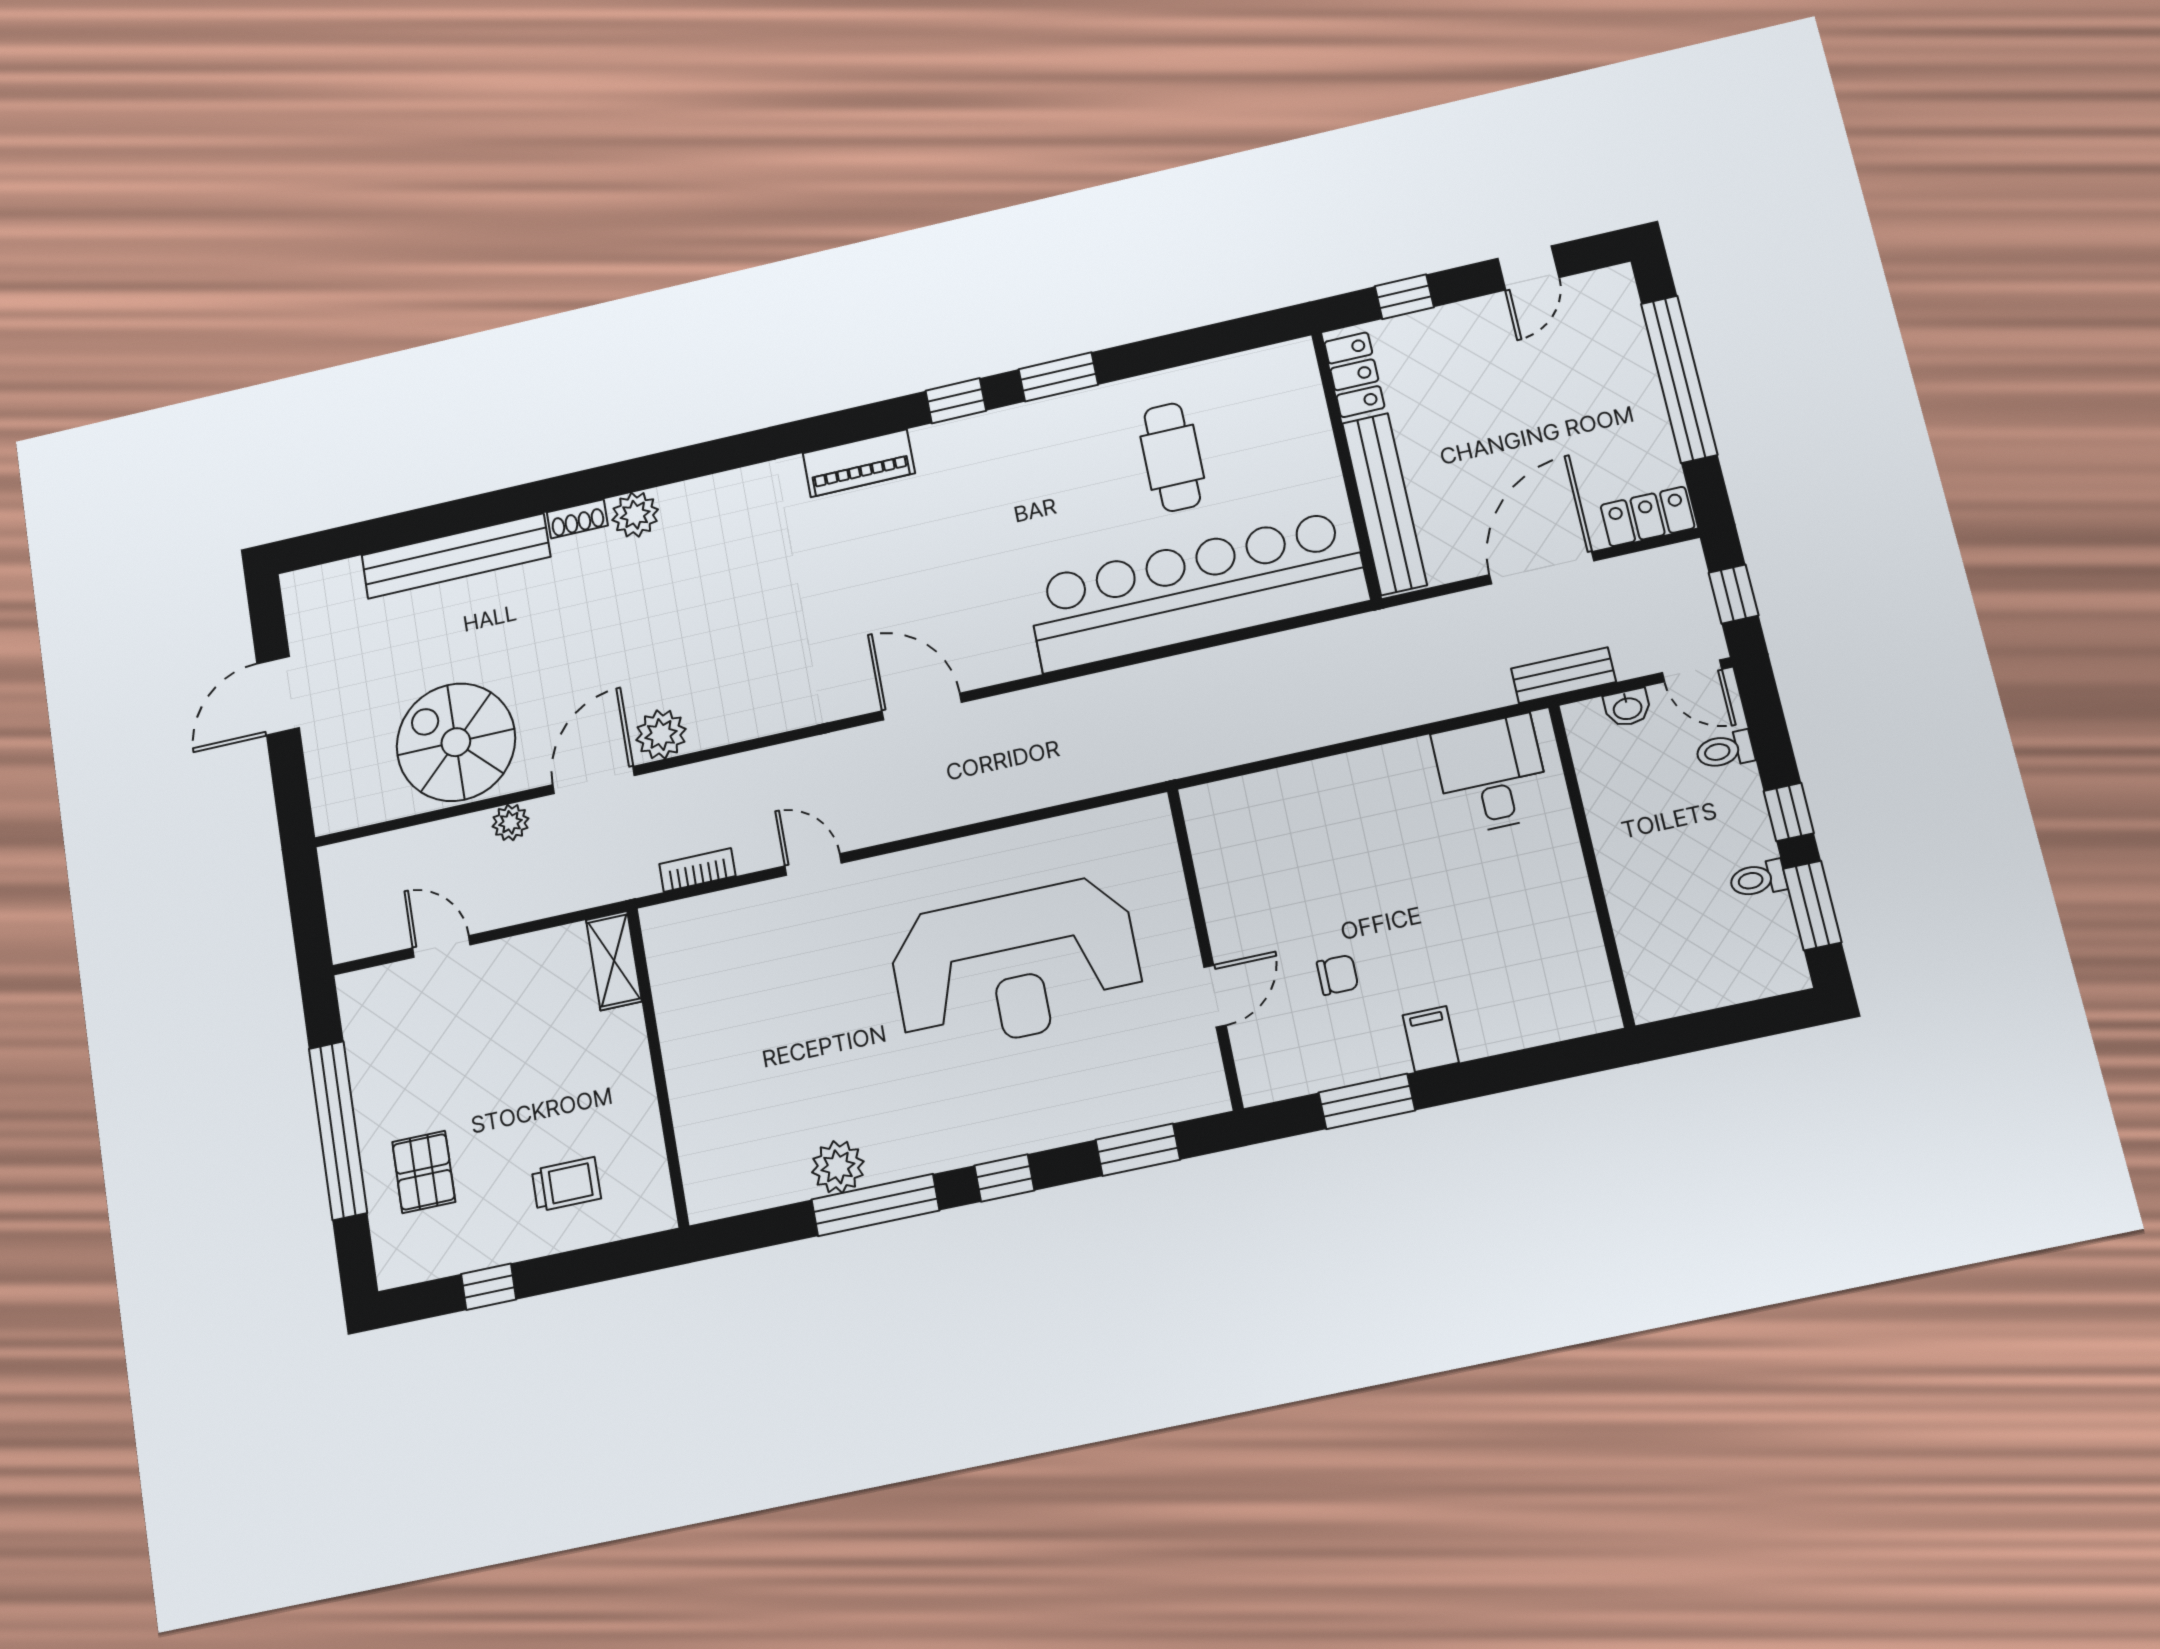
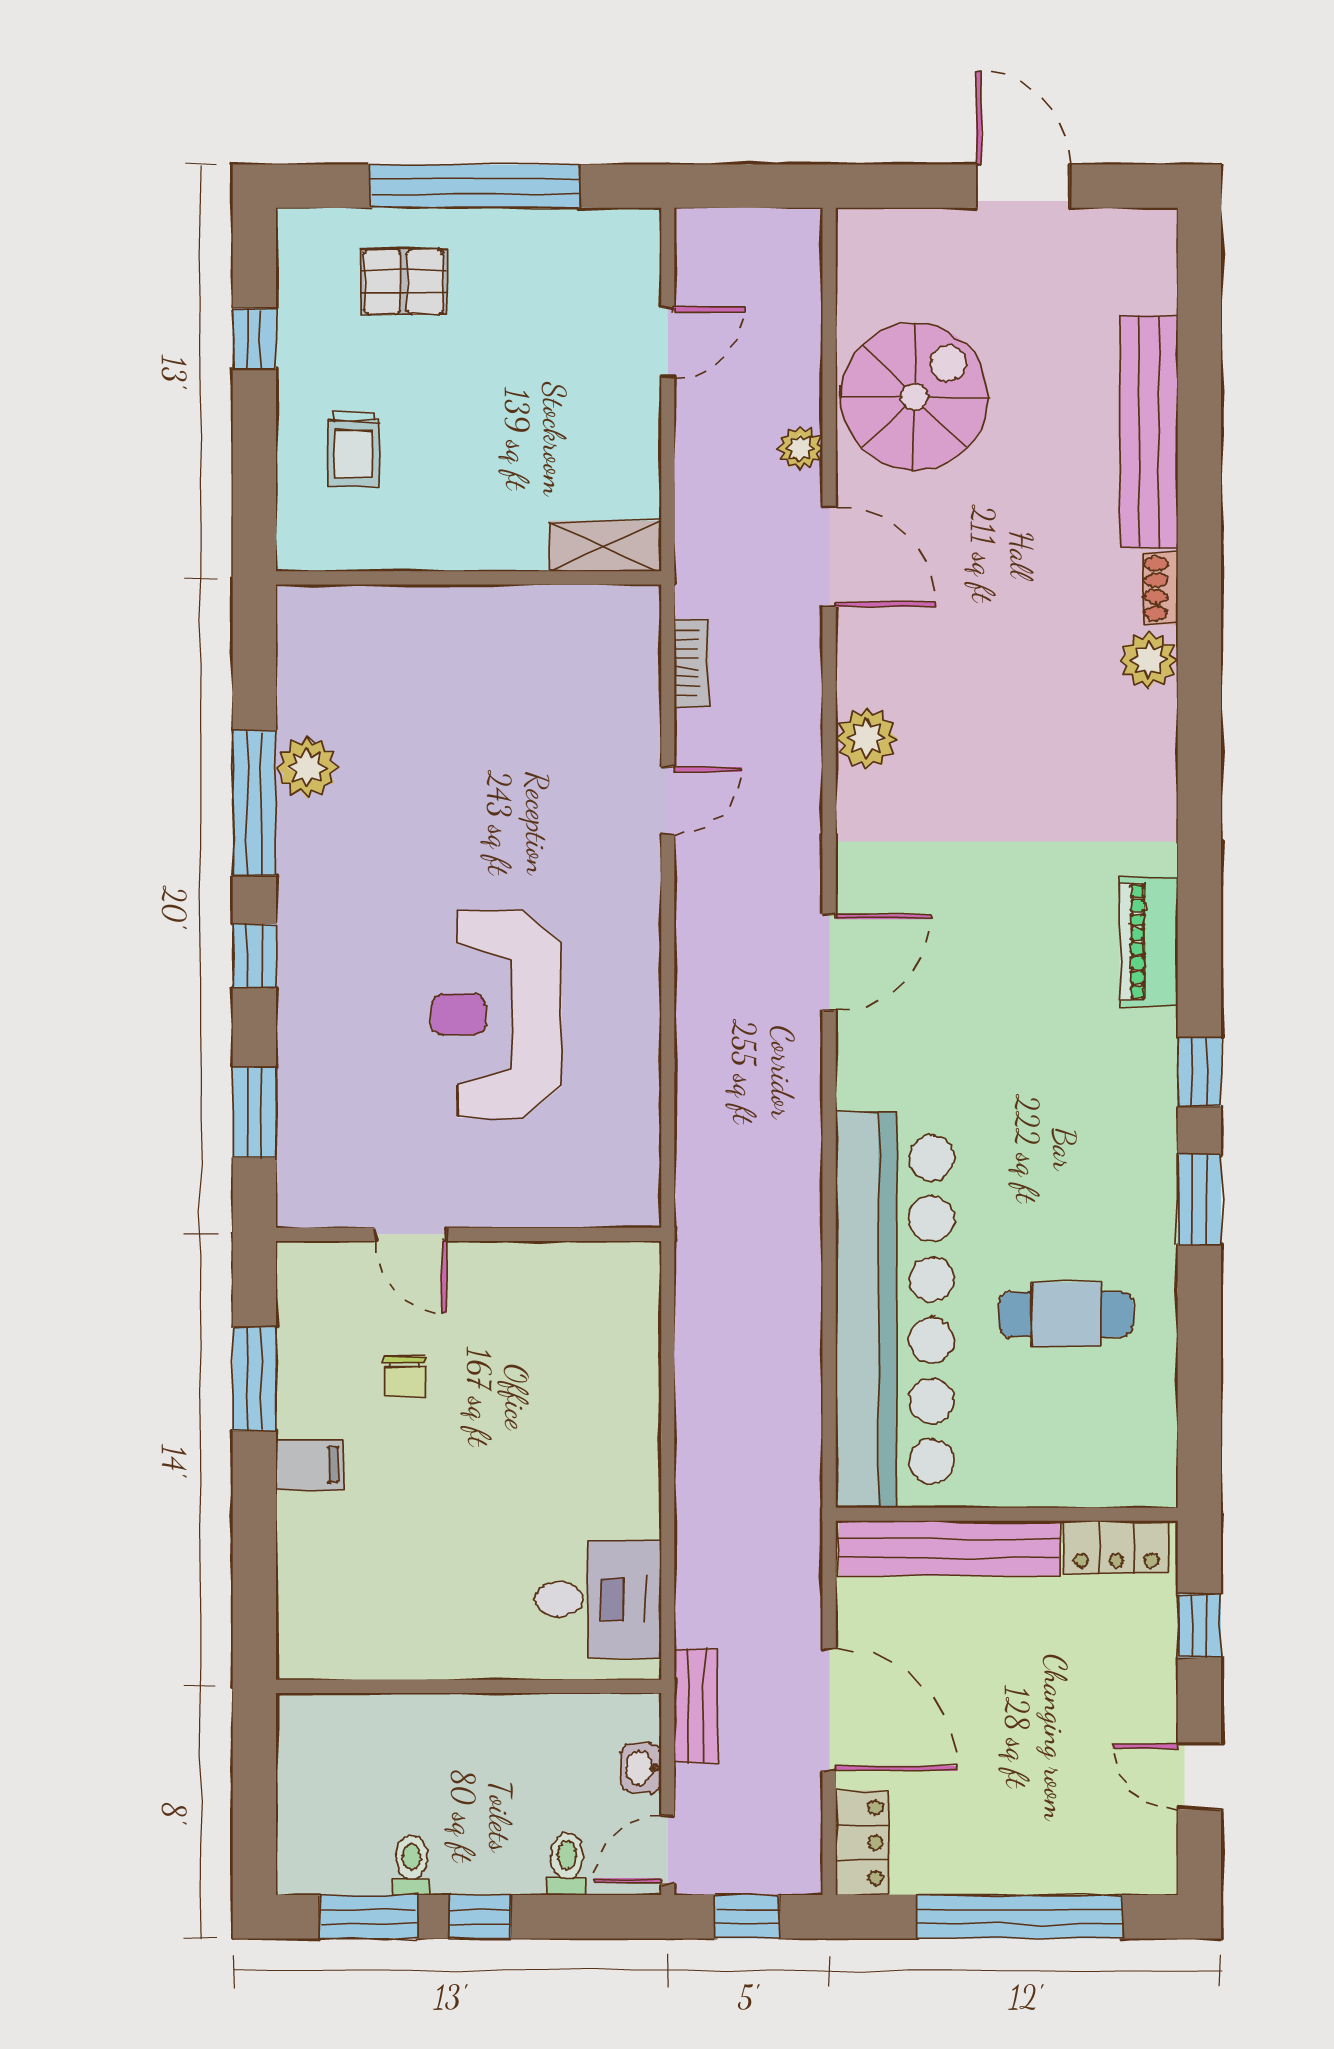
plant: (661, 734) -> (867, 738), moved
reception desk: (1015, 965) -> (496, 1014), width x0.74, depth x0.77

